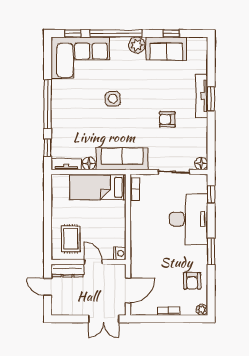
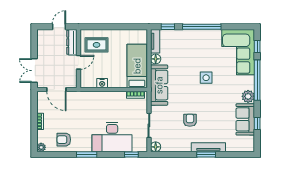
nightstand: (120, 253) -> (102, 83), moved

